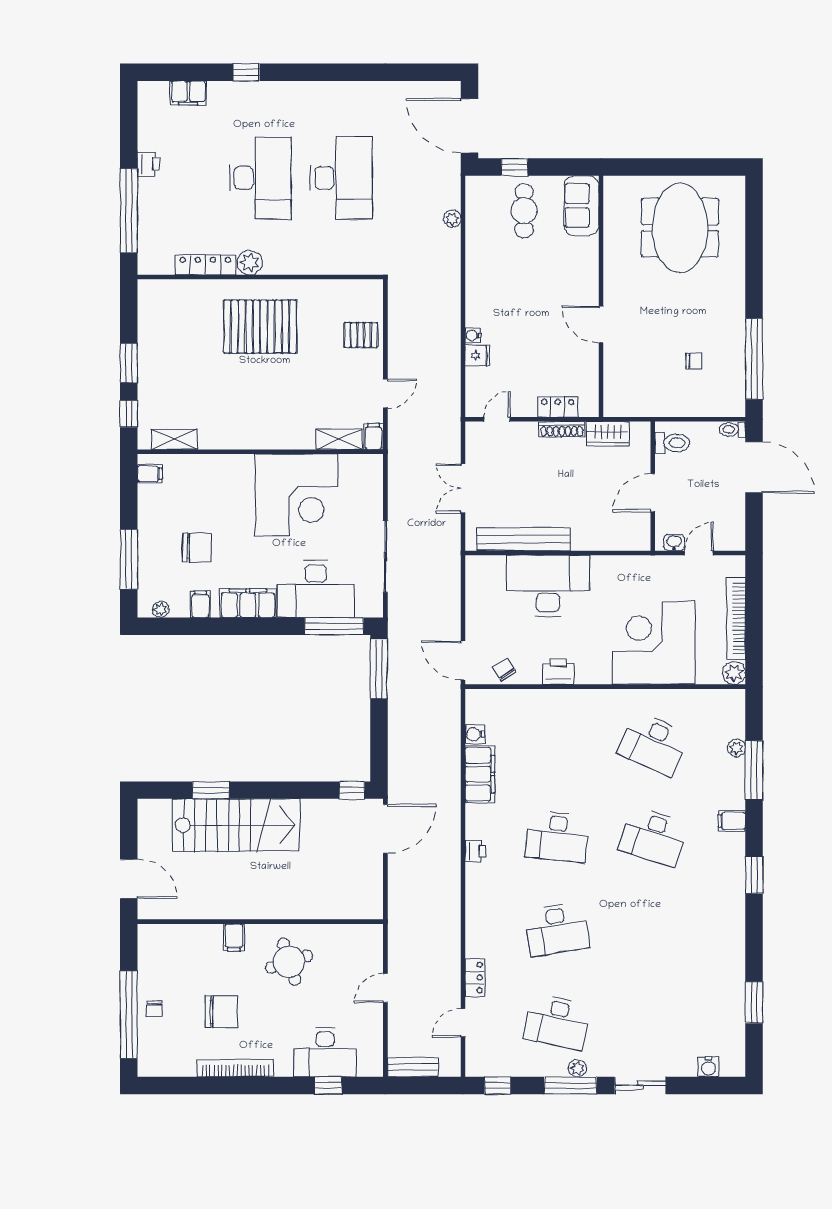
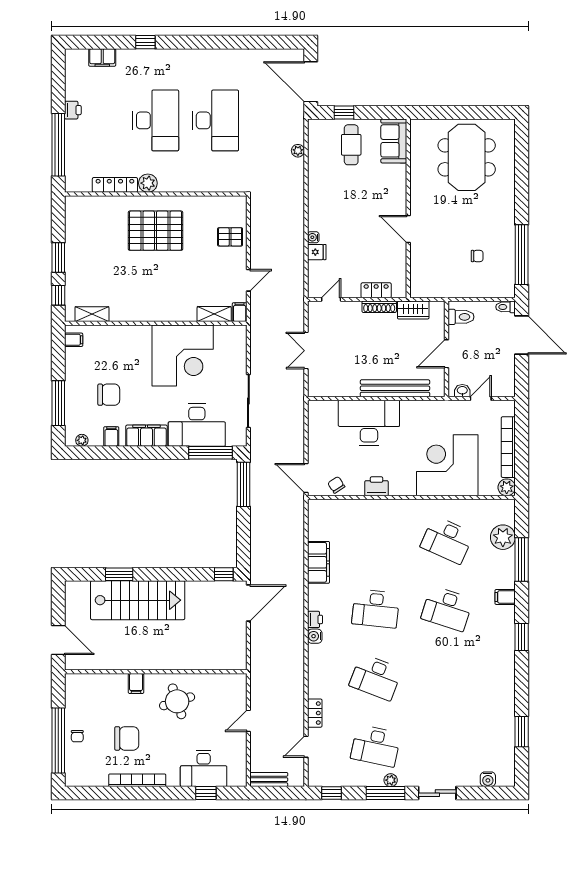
bench: (523, 539) -> (395, 388), moved
water cooler: (475, 734) -> (315, 636), moved
plant: (737, 748) -> (503, 537), width x1.87, depth x1.87
desk: (557, 929) -> (376, 677), turned 30

